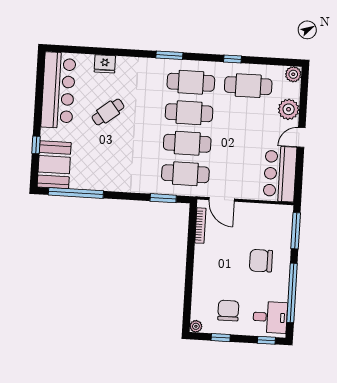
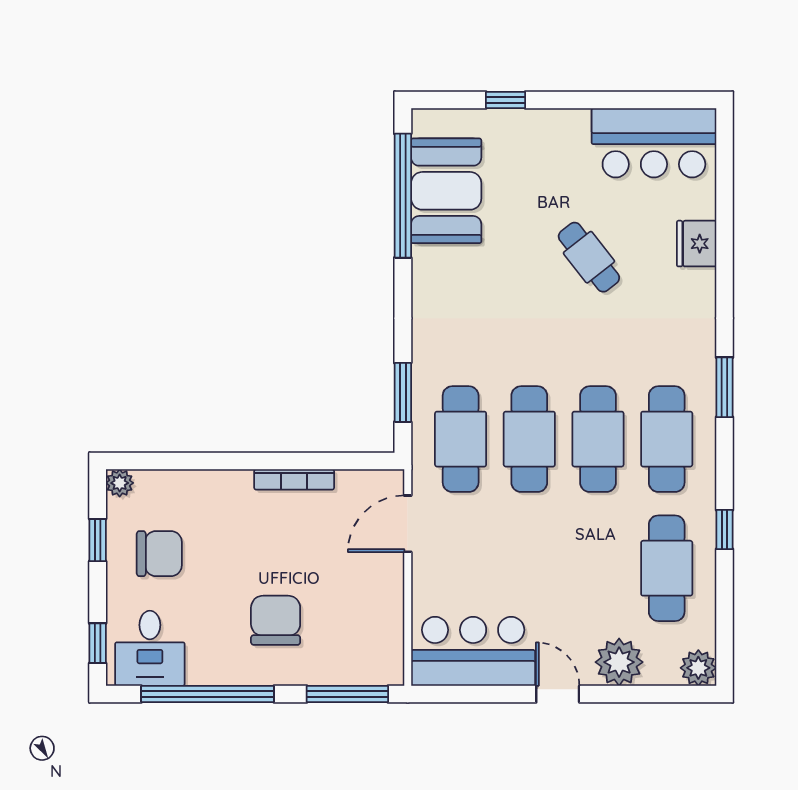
bar counter: (58, 90) -> (654, 143), width x0.73
booth: (54, 165) -> (446, 191), moved, turned 90
bookcase: (200, 226) -> (294, 479), moved

